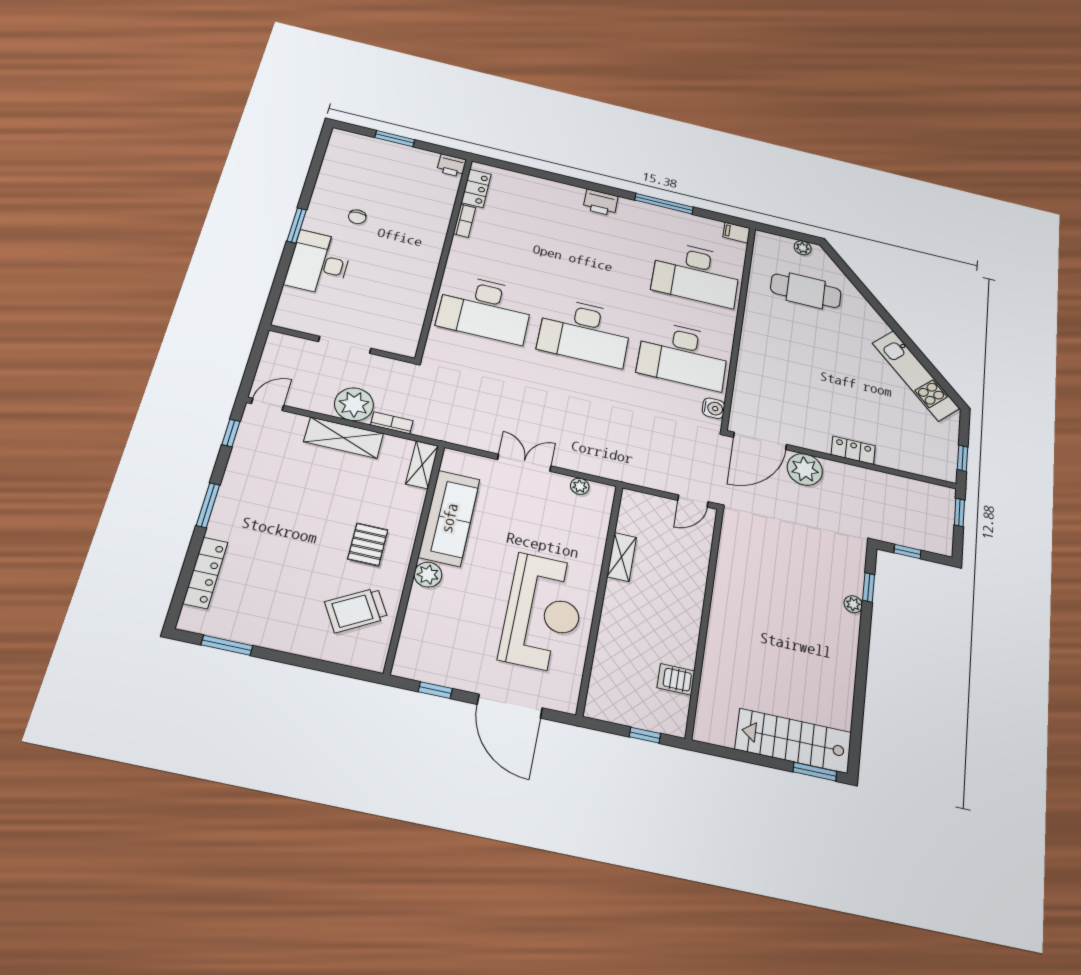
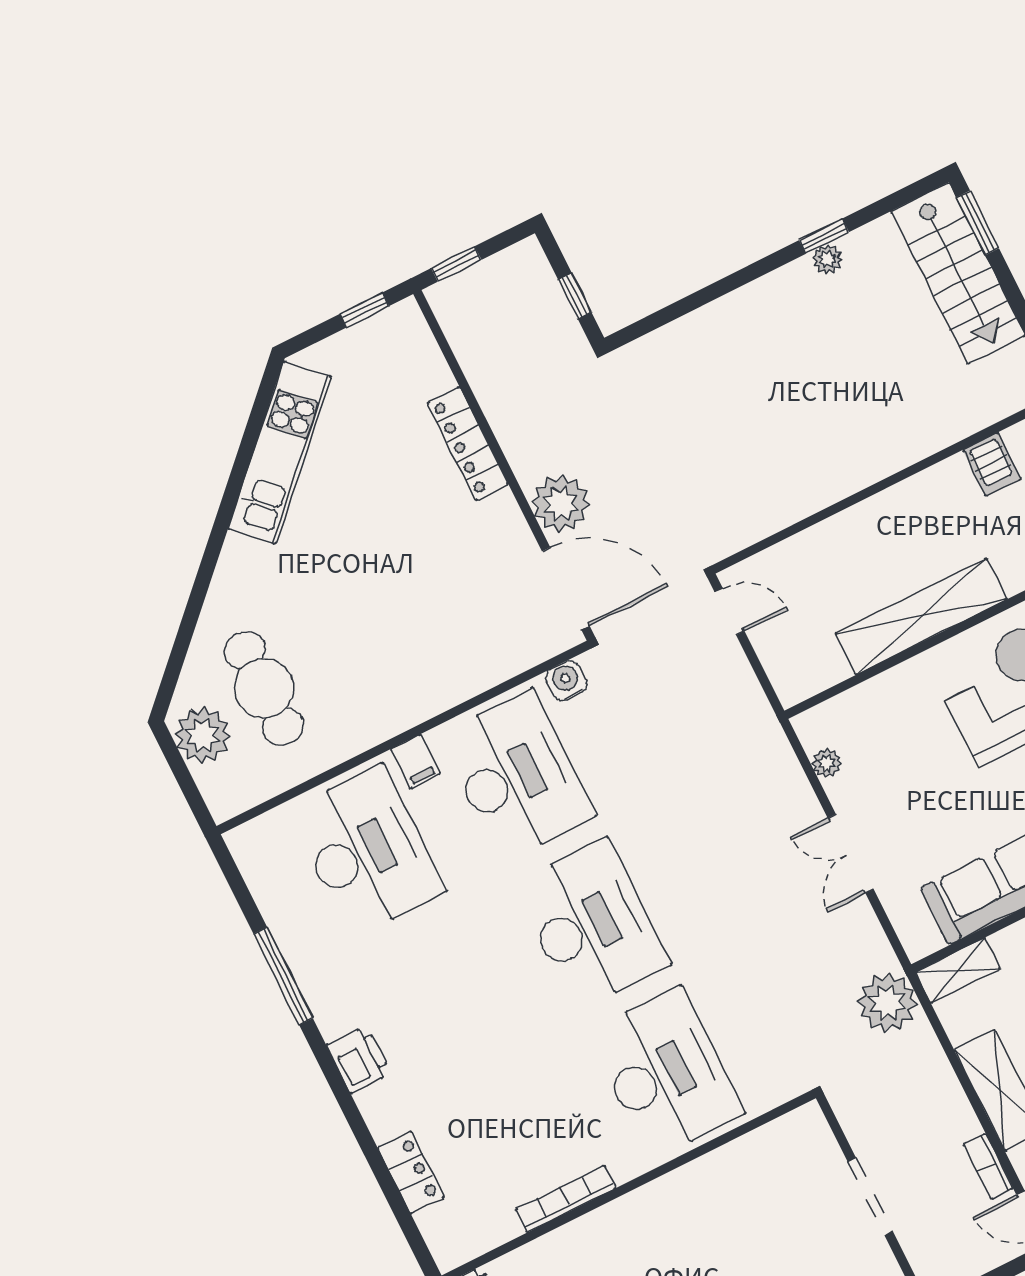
locker: (476, 188) -> (411, 1172), moved, turned 90
bookcase: (464, 221) -> (566, 1199), width x1.56
filing cabinet: (736, 233) -> (415, 762), moved
plant: (803, 248) -> (203, 735), width x1.88, depth x1.88
plant: (354, 404) -> (887, 1003), moved
bookcase: (392, 423) -> (988, 1166), moved
locker: (853, 450) -> (468, 444), width x1.53
shelving: (622, 557) -> (921, 617), width x2.20, depth x1.33
window: (869, 587) -> (824, 236), moved
plant: (853, 604) -> (827, 259), moved

